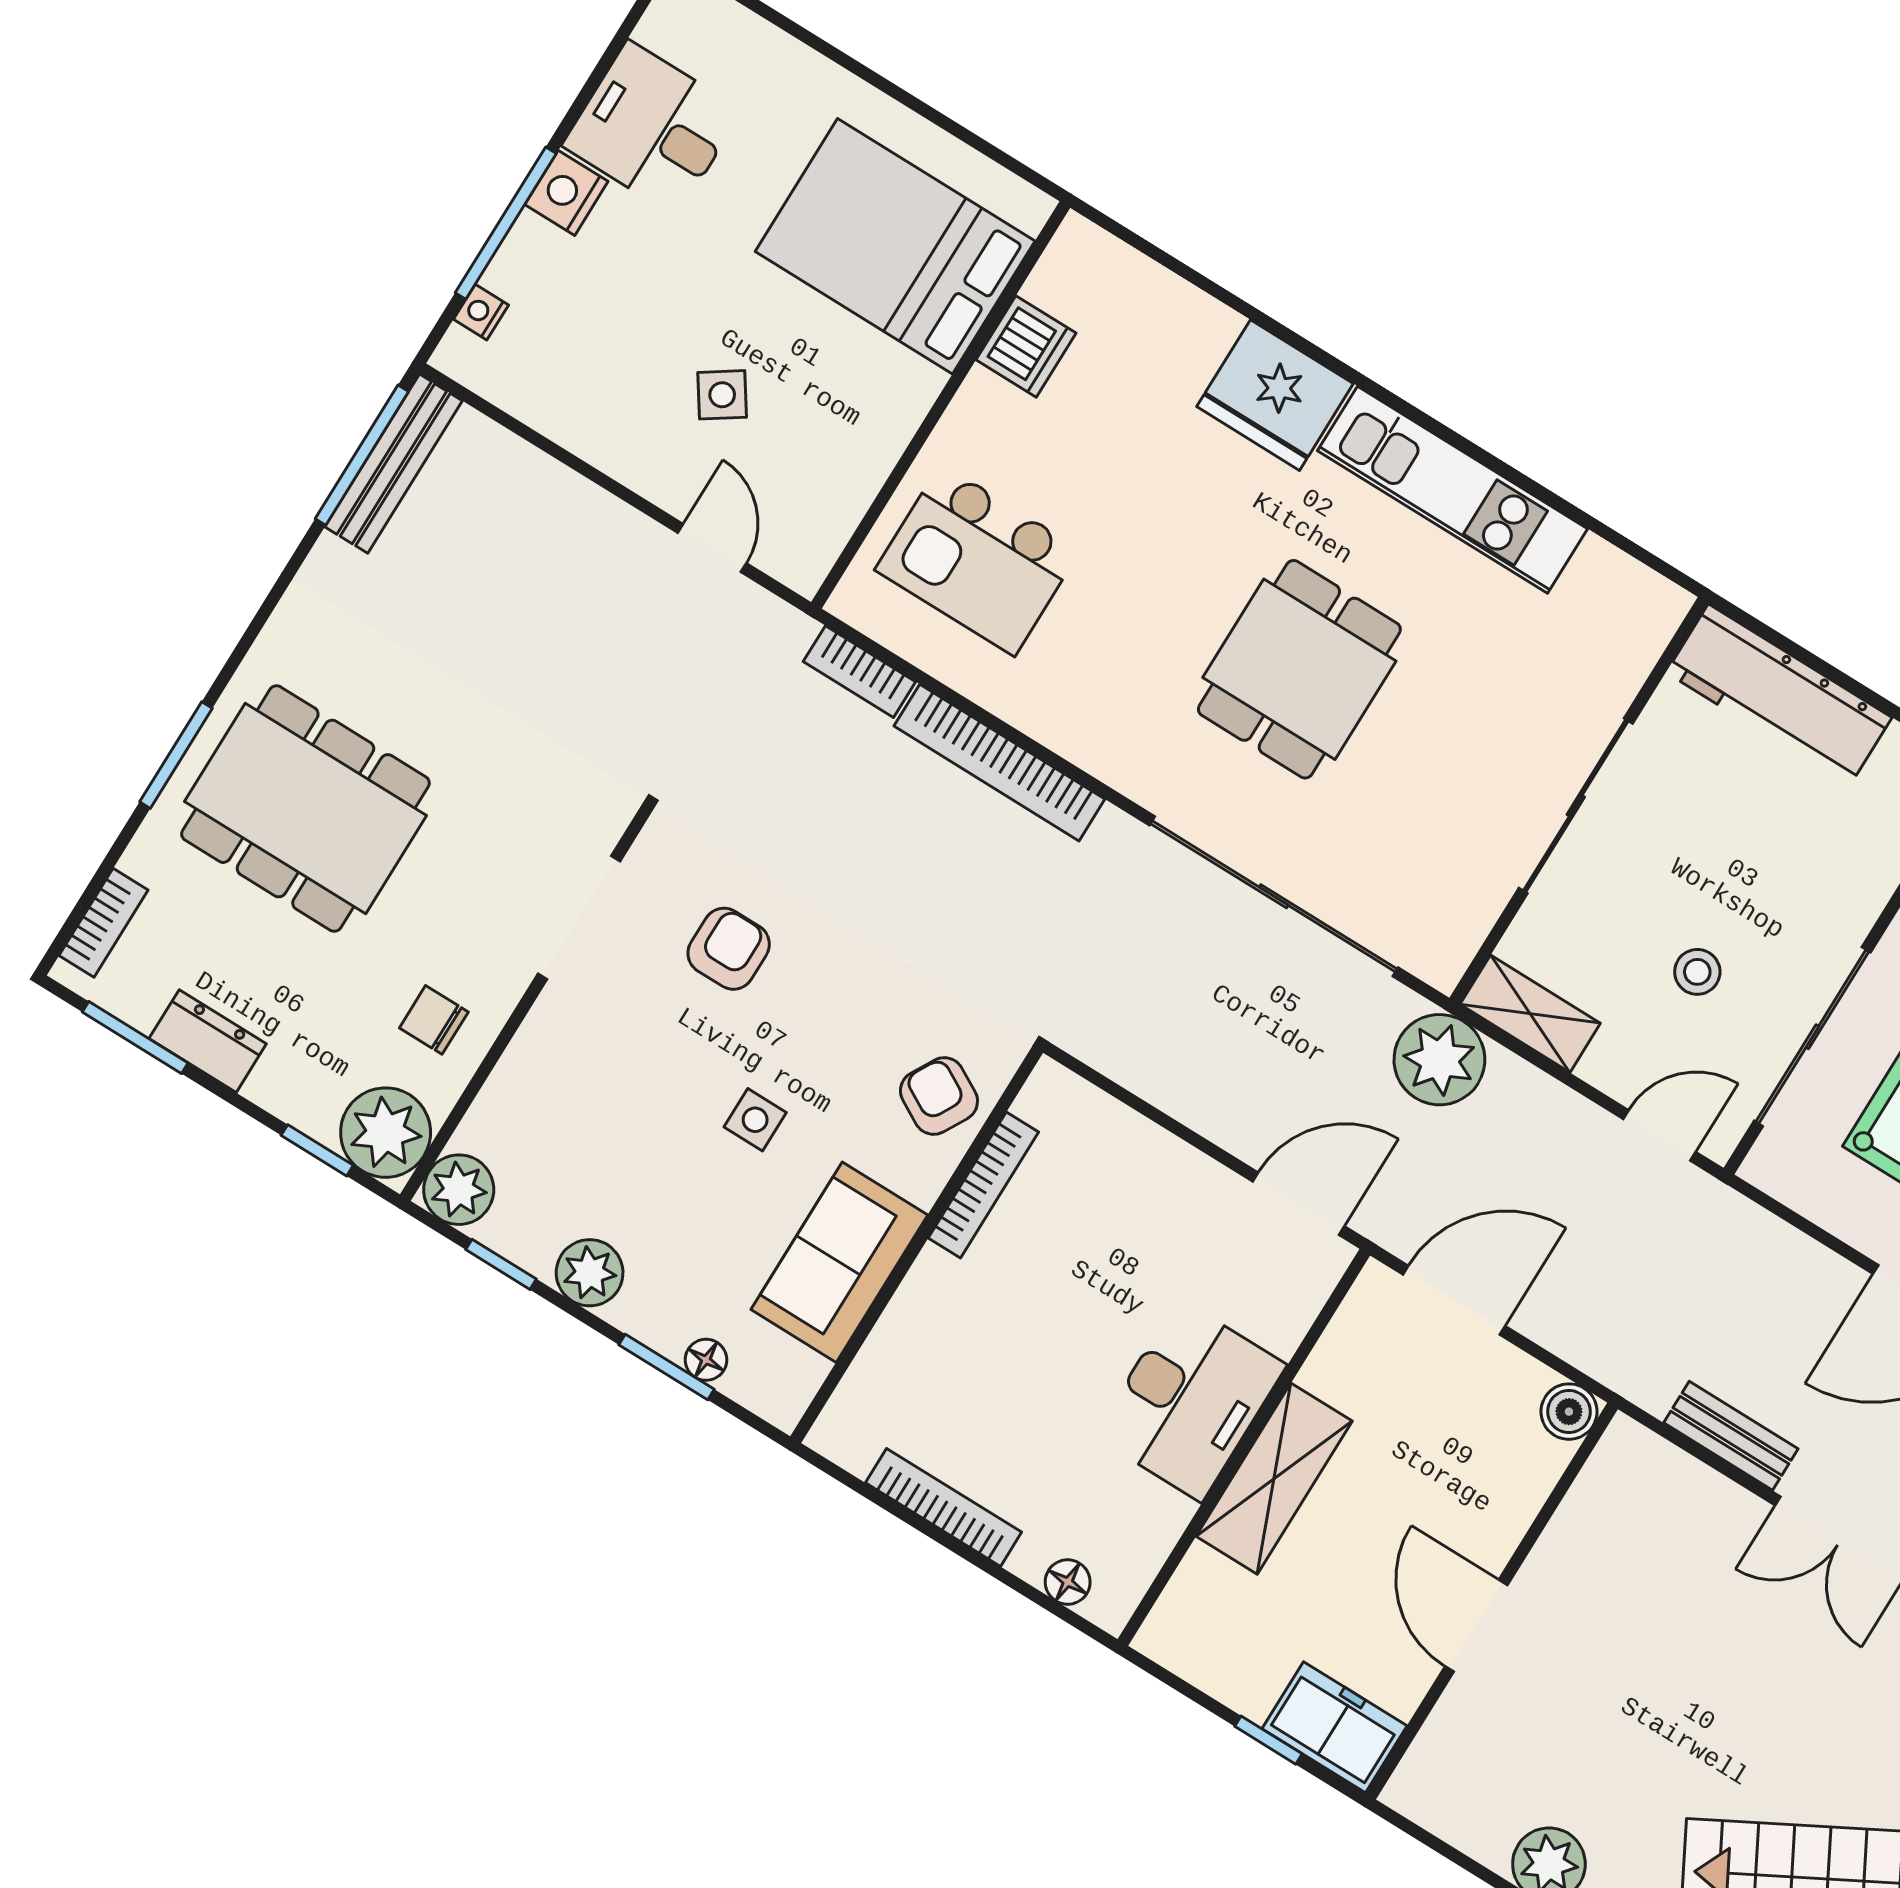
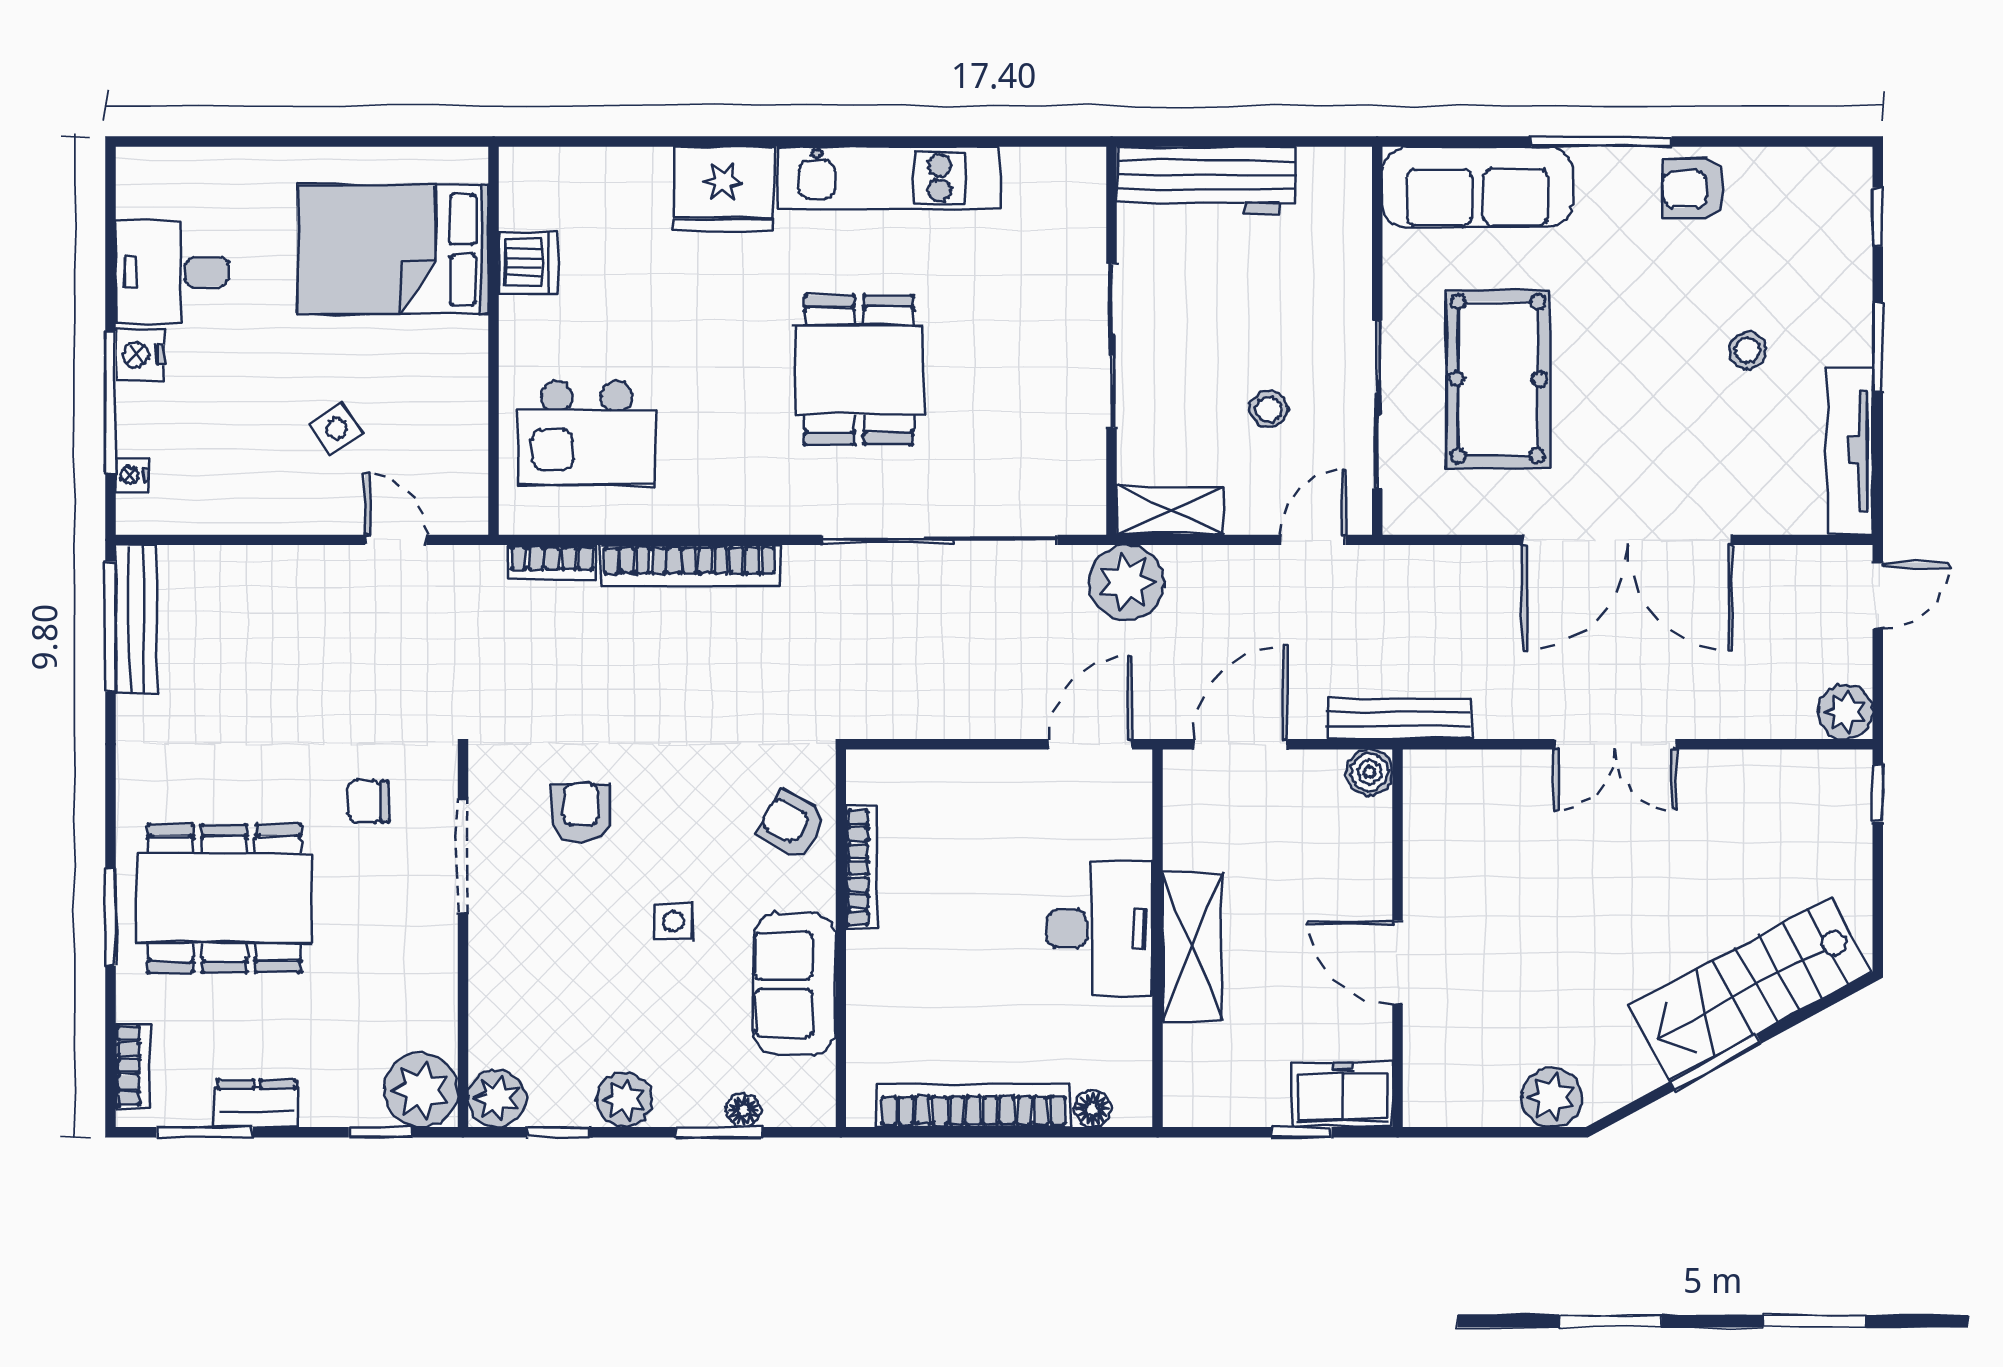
chair: (434, 1020) -> (369, 801), moved
bench: (1731, 1436) -> (1399, 719), moved, width x1.36
bookcase: (943, 1507) -> (974, 1105), width x1.48, depth x1.31

